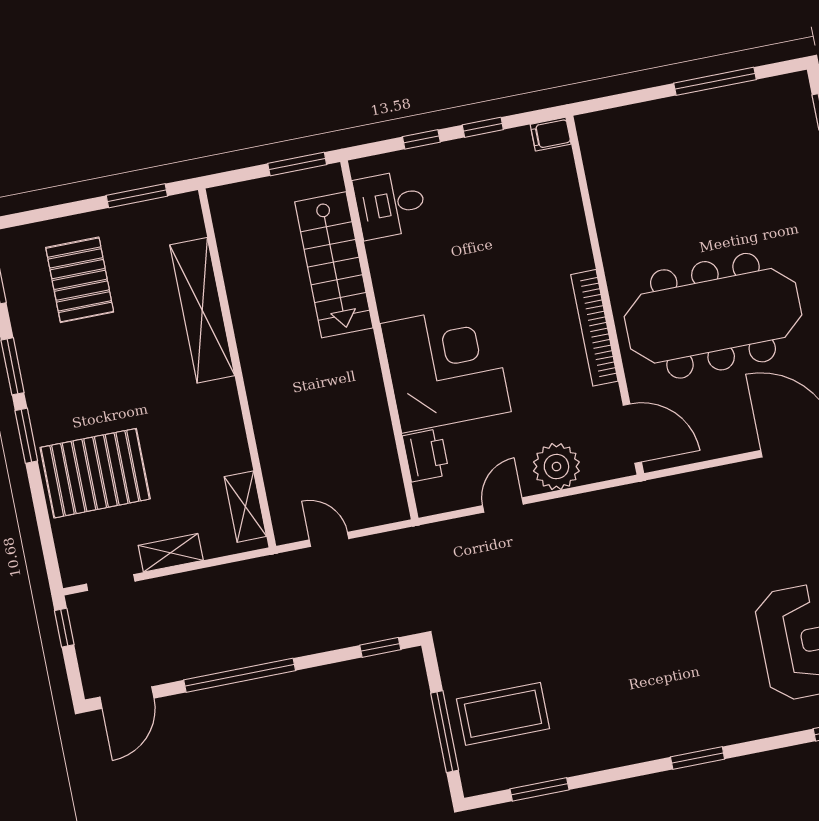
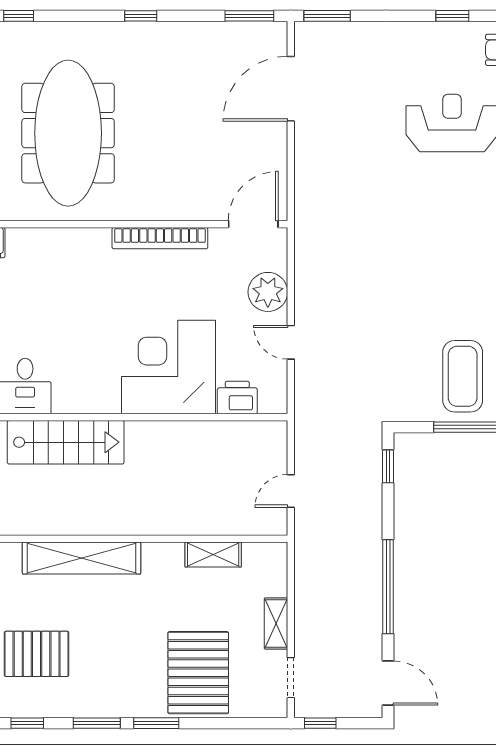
meeting table: (713, 316) -> (68, 133), moved
shelving: (245, 507) -> (213, 554), moved

